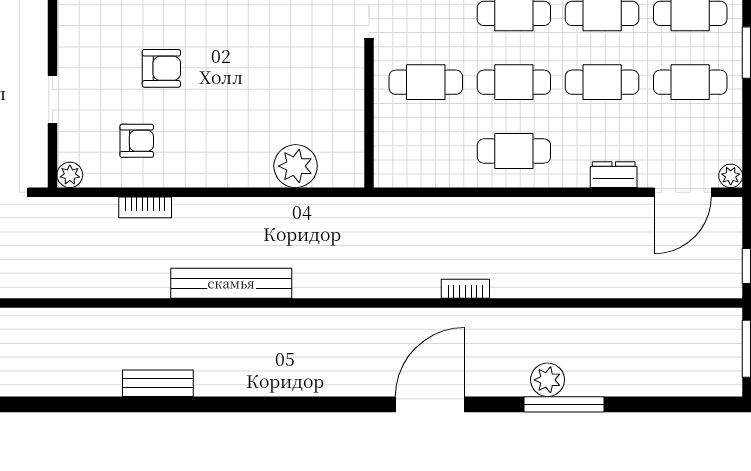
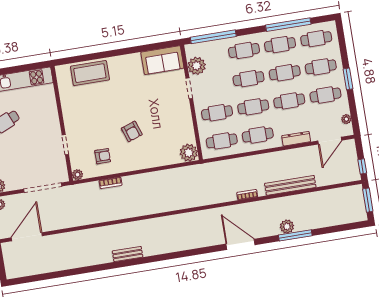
armchair: (161, 68) -> (132, 131), moved, turned 71
cafe table: (426, 151) -> (222, 141), added
plant: (296, 166) -> (189, 153), moved
dresser: (614, 175) -> (296, 139), width x1.44
plant: (731, 176) -> (346, 119), moved
bench: (231, 283) -> (290, 185), moved
door: (430, 404) -> (240, 244), hinge flipped

